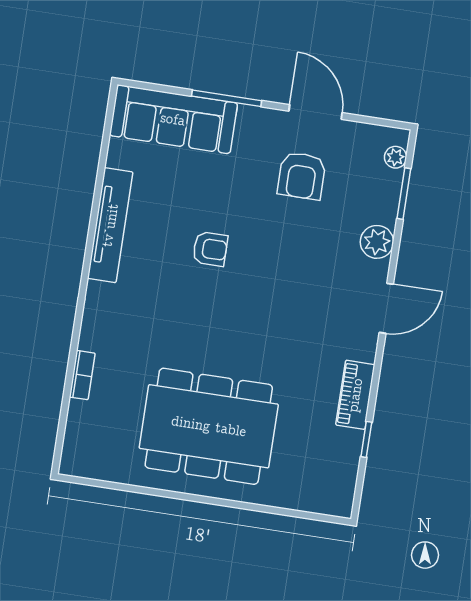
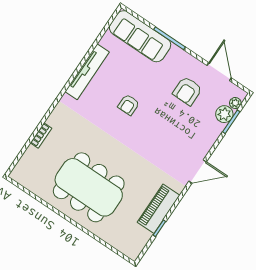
door: (316, 112) -> (219, 72), moved
plant: (377, 242) -> (224, 114), moved
armchair: (210, 249) -> (129, 105), turned 90
piano: (355, 395) -> (159, 209), width x1.37, depth x1.33

